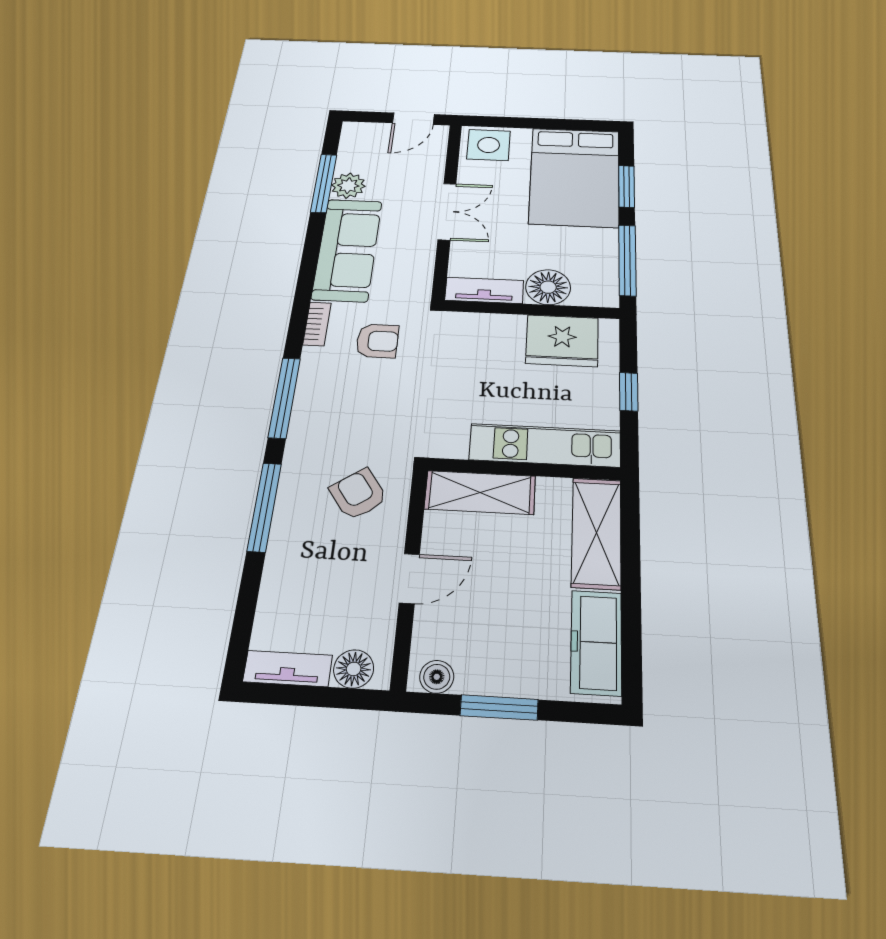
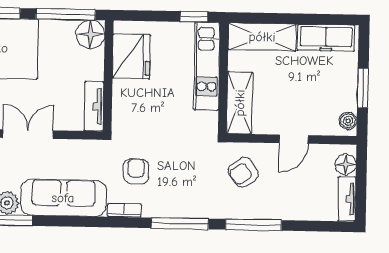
floor lamp: (548, 287) -> (90, 34), moved
window: (629, 392) -> (194, 17), moved
door: (409, 578) -> (294, 139), swing flipped

